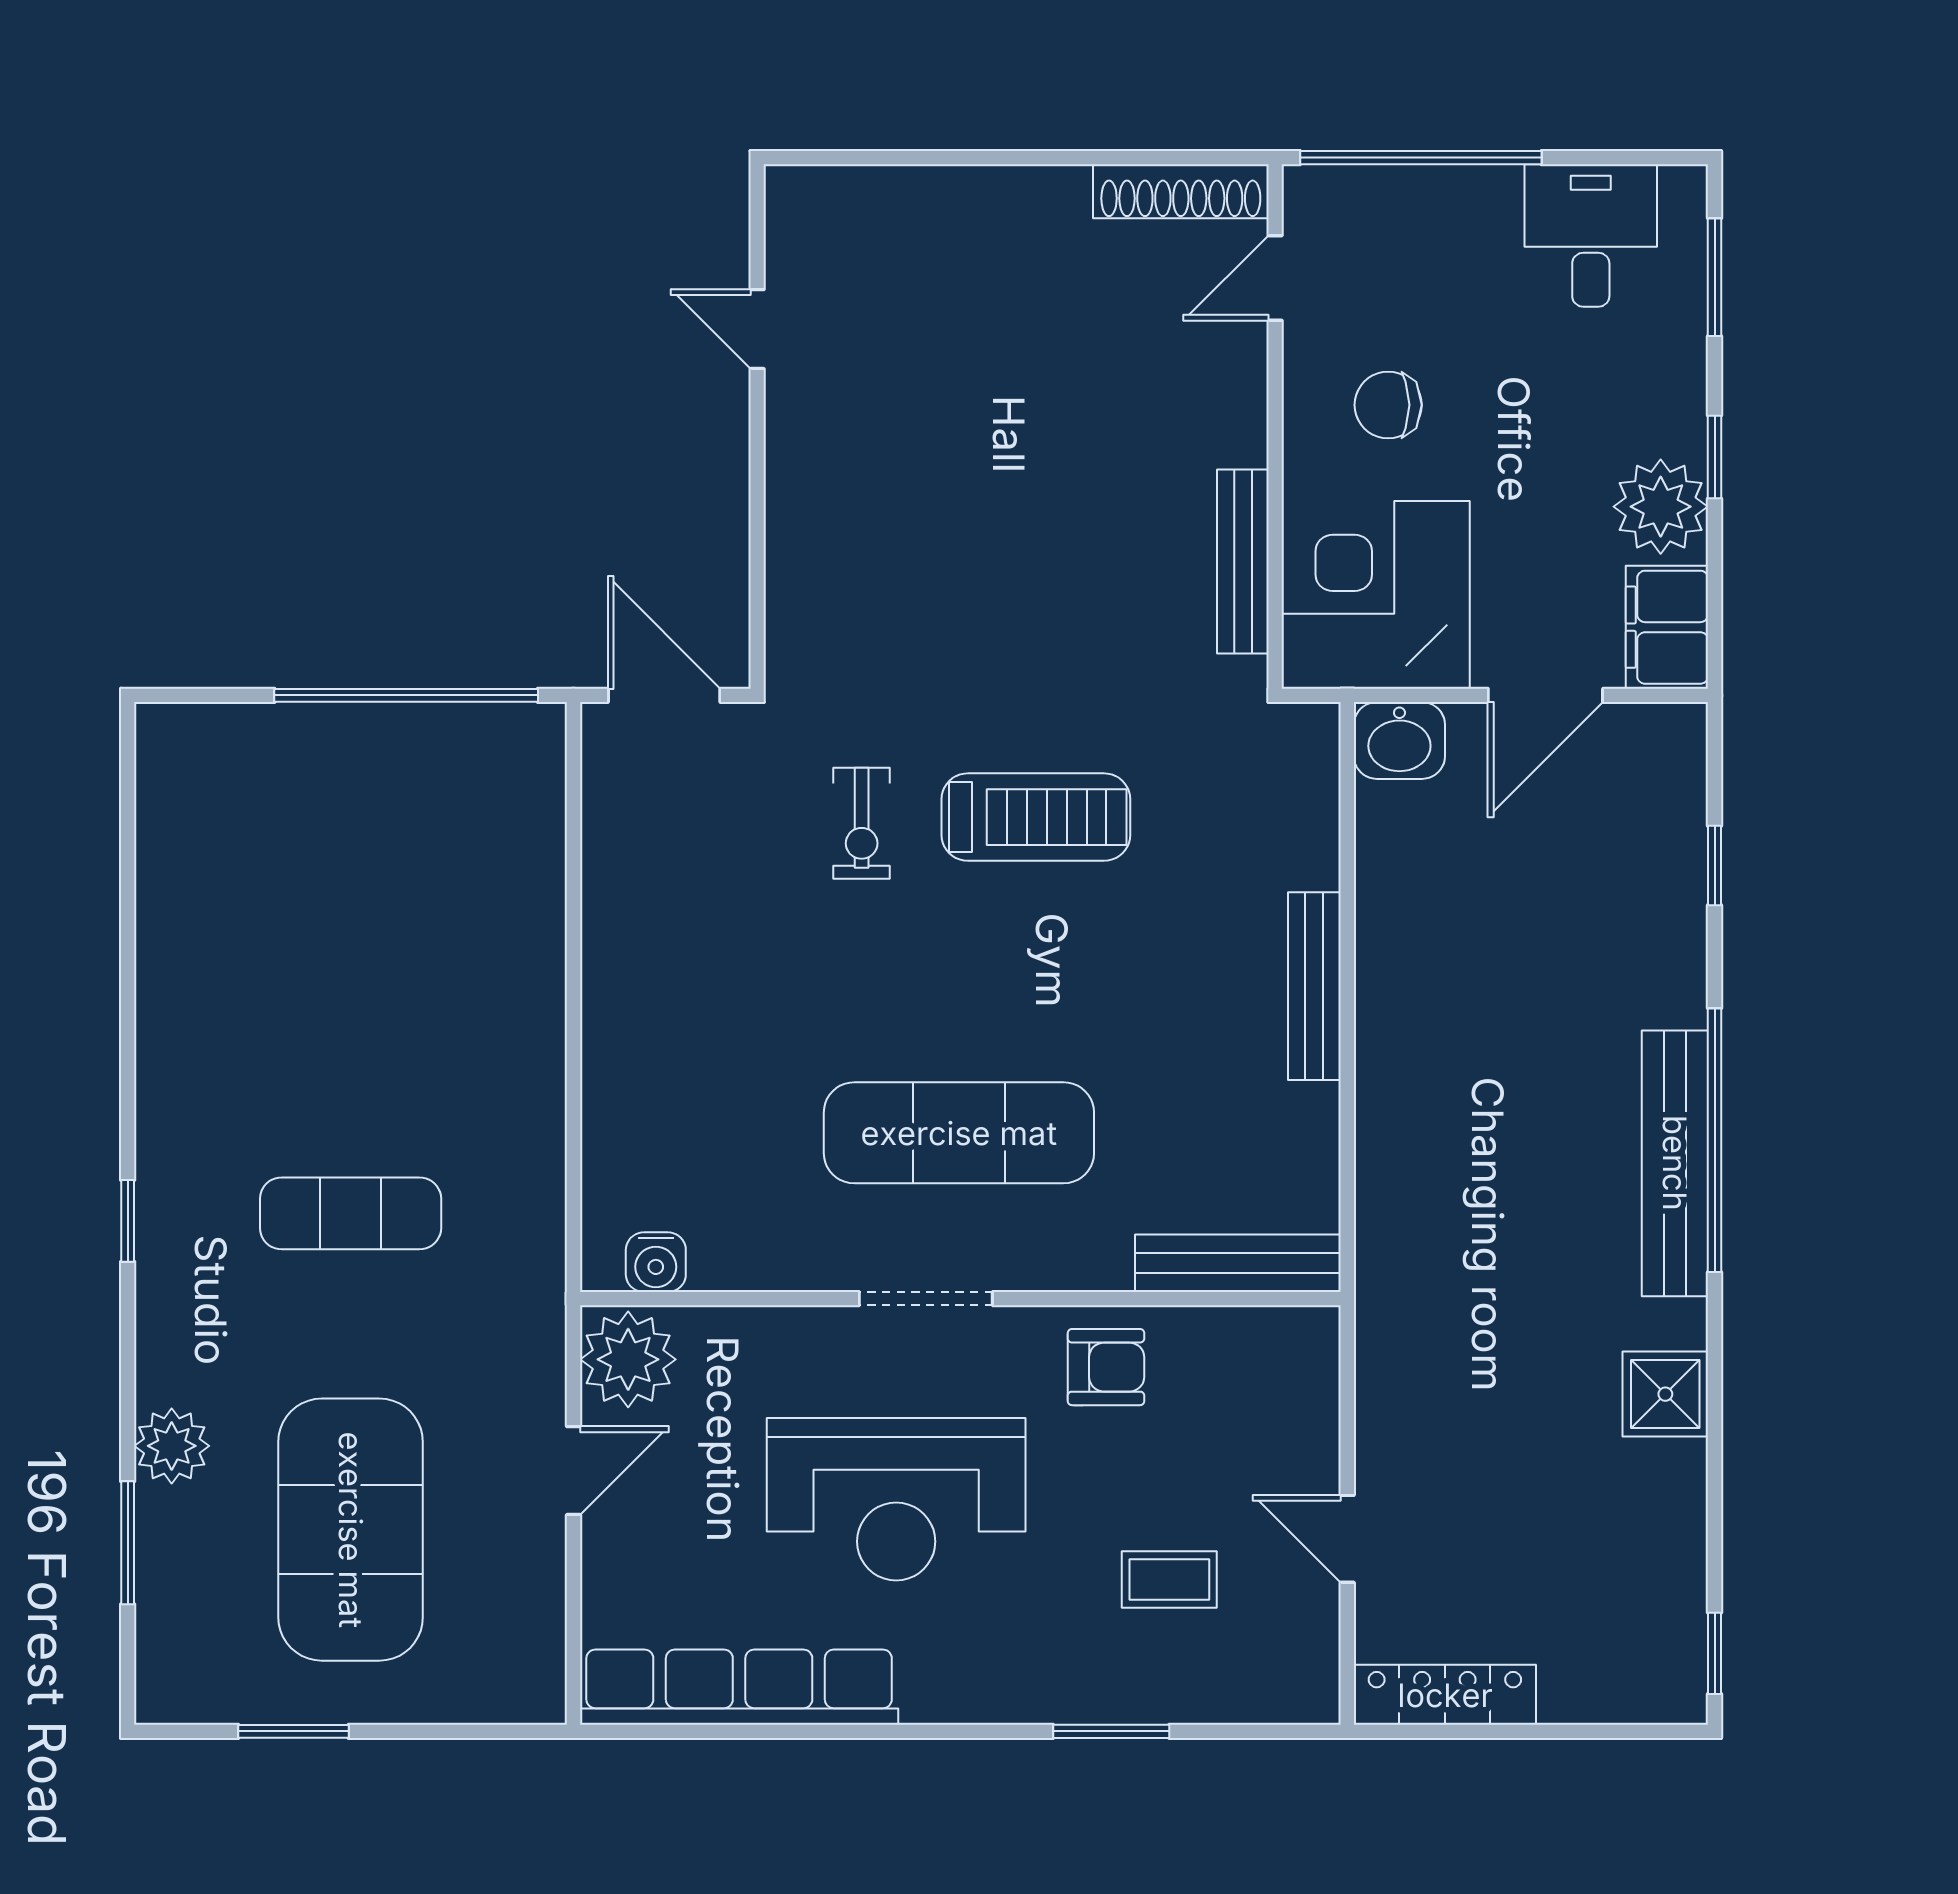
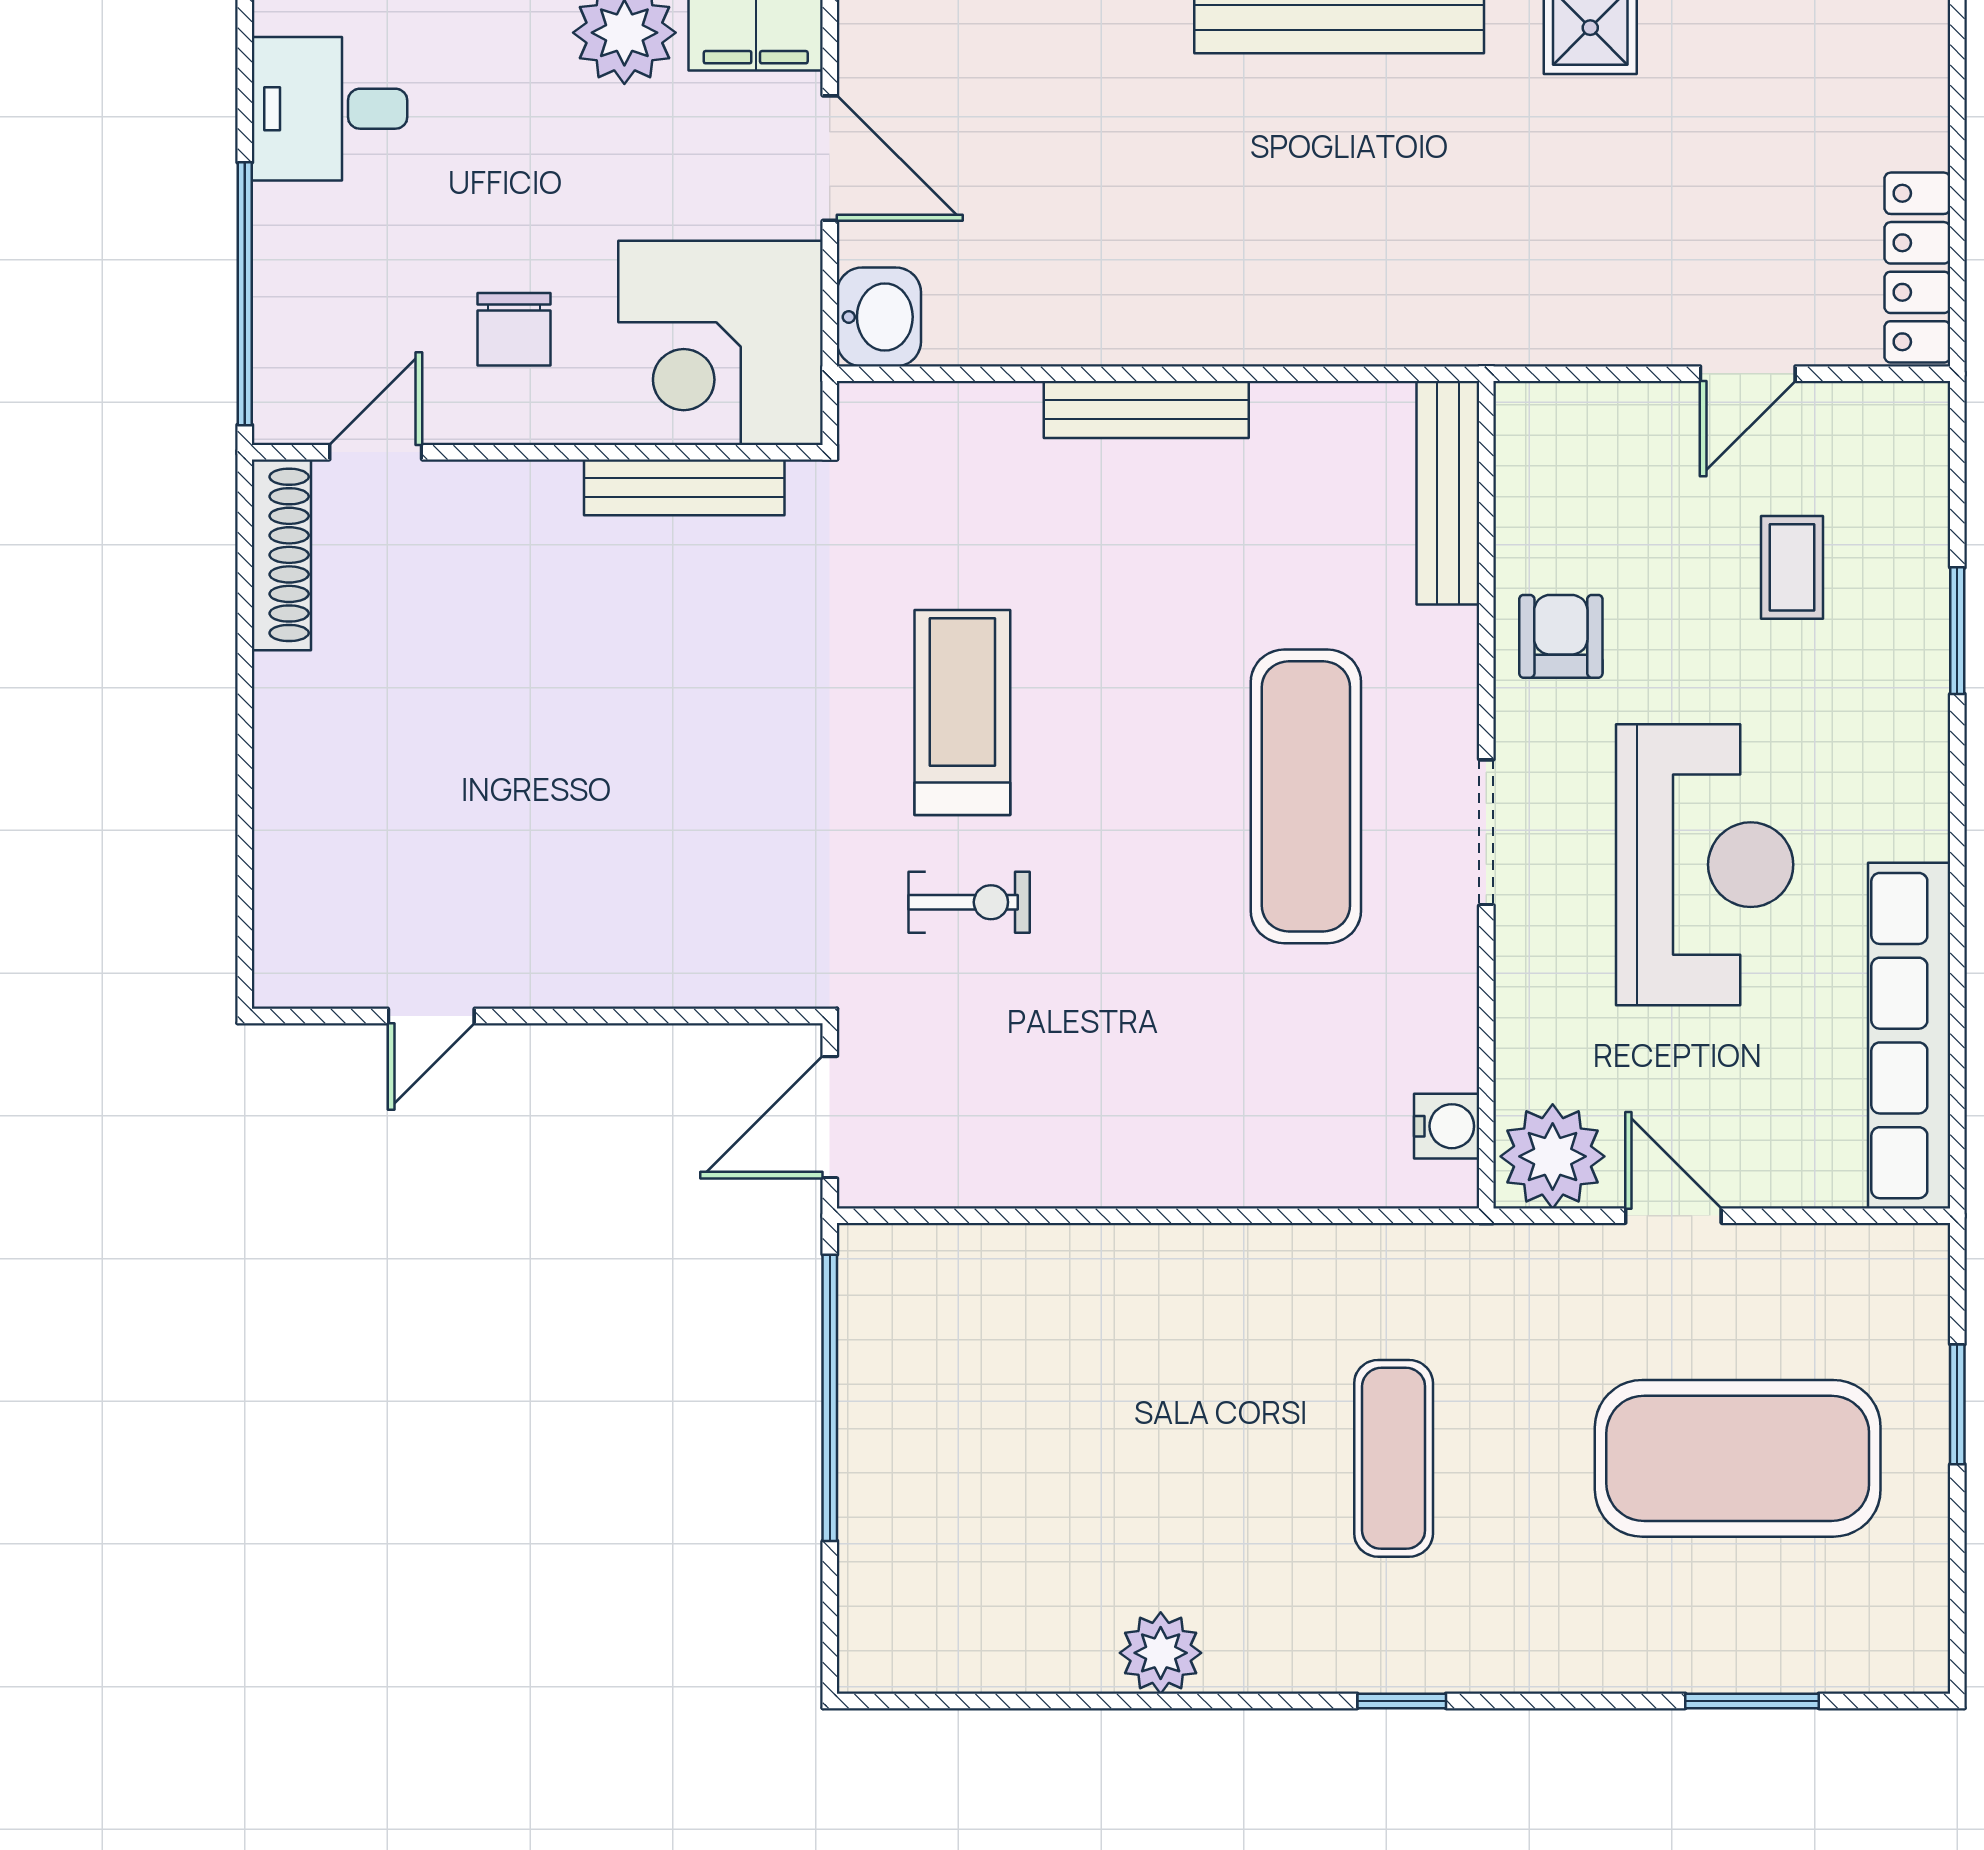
door: (1275, 278) -> (376, 452), swing flipped
plant: (172, 1446) -> (1161, 1653), moved
window: (293, 1731) -> (1957, 1404), moved

